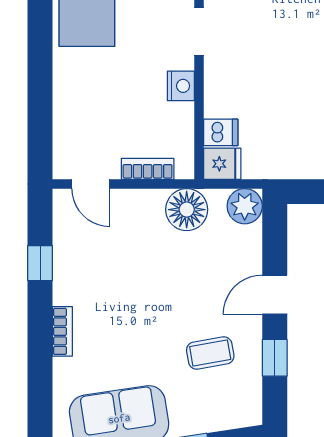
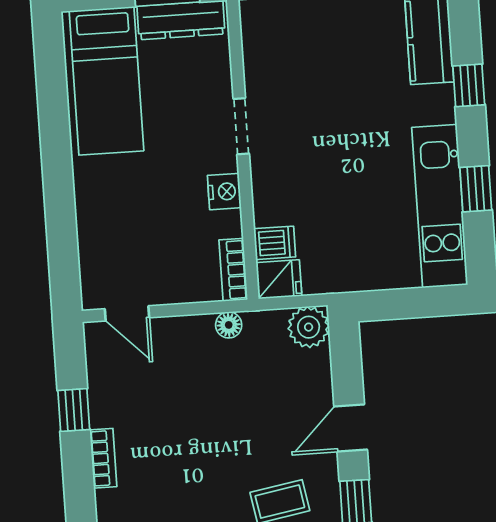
bookcase: (148, 169) -> (233, 270), moved, turned -90
floor lamp: (187, 210) -> (229, 325), width x0.53, depth x0.53
bookcase: (62, 331) -> (103, 458), moved

